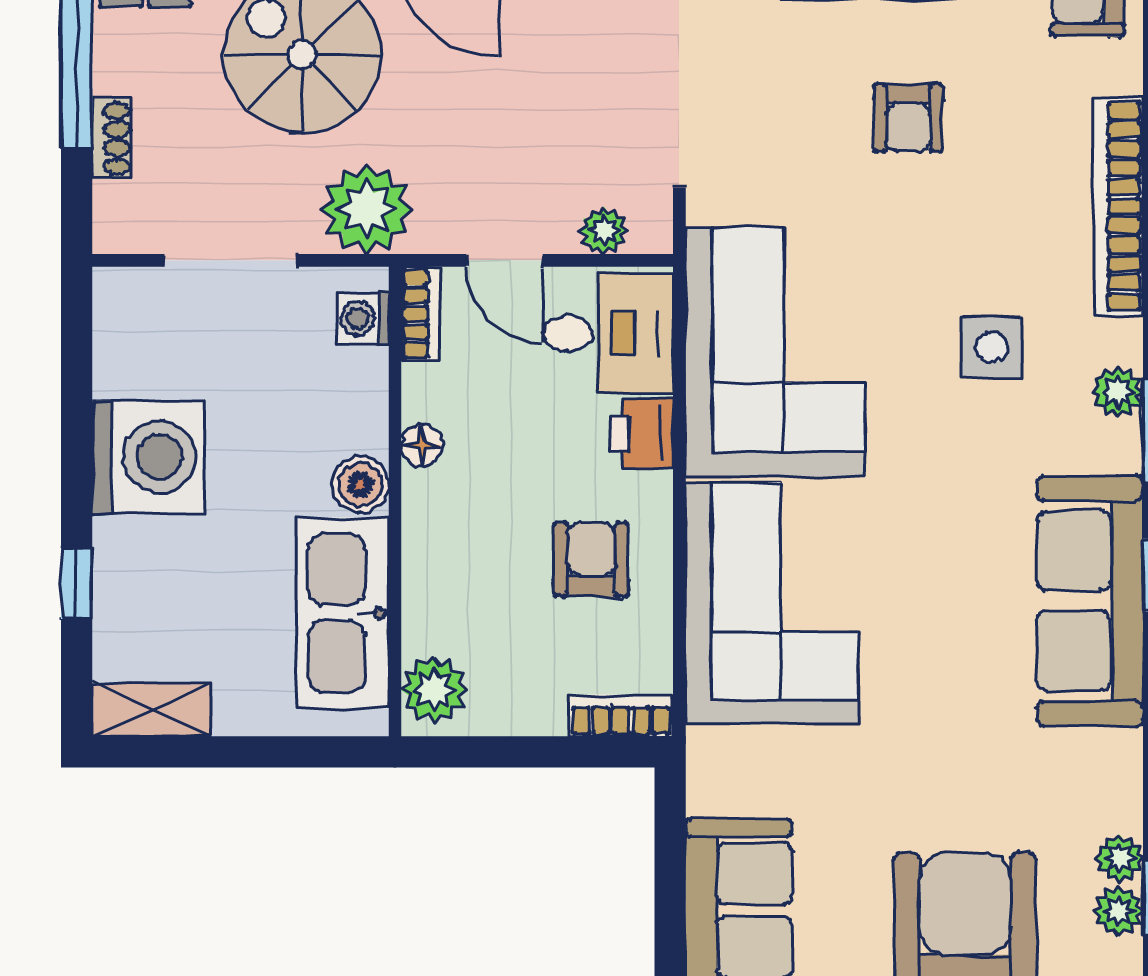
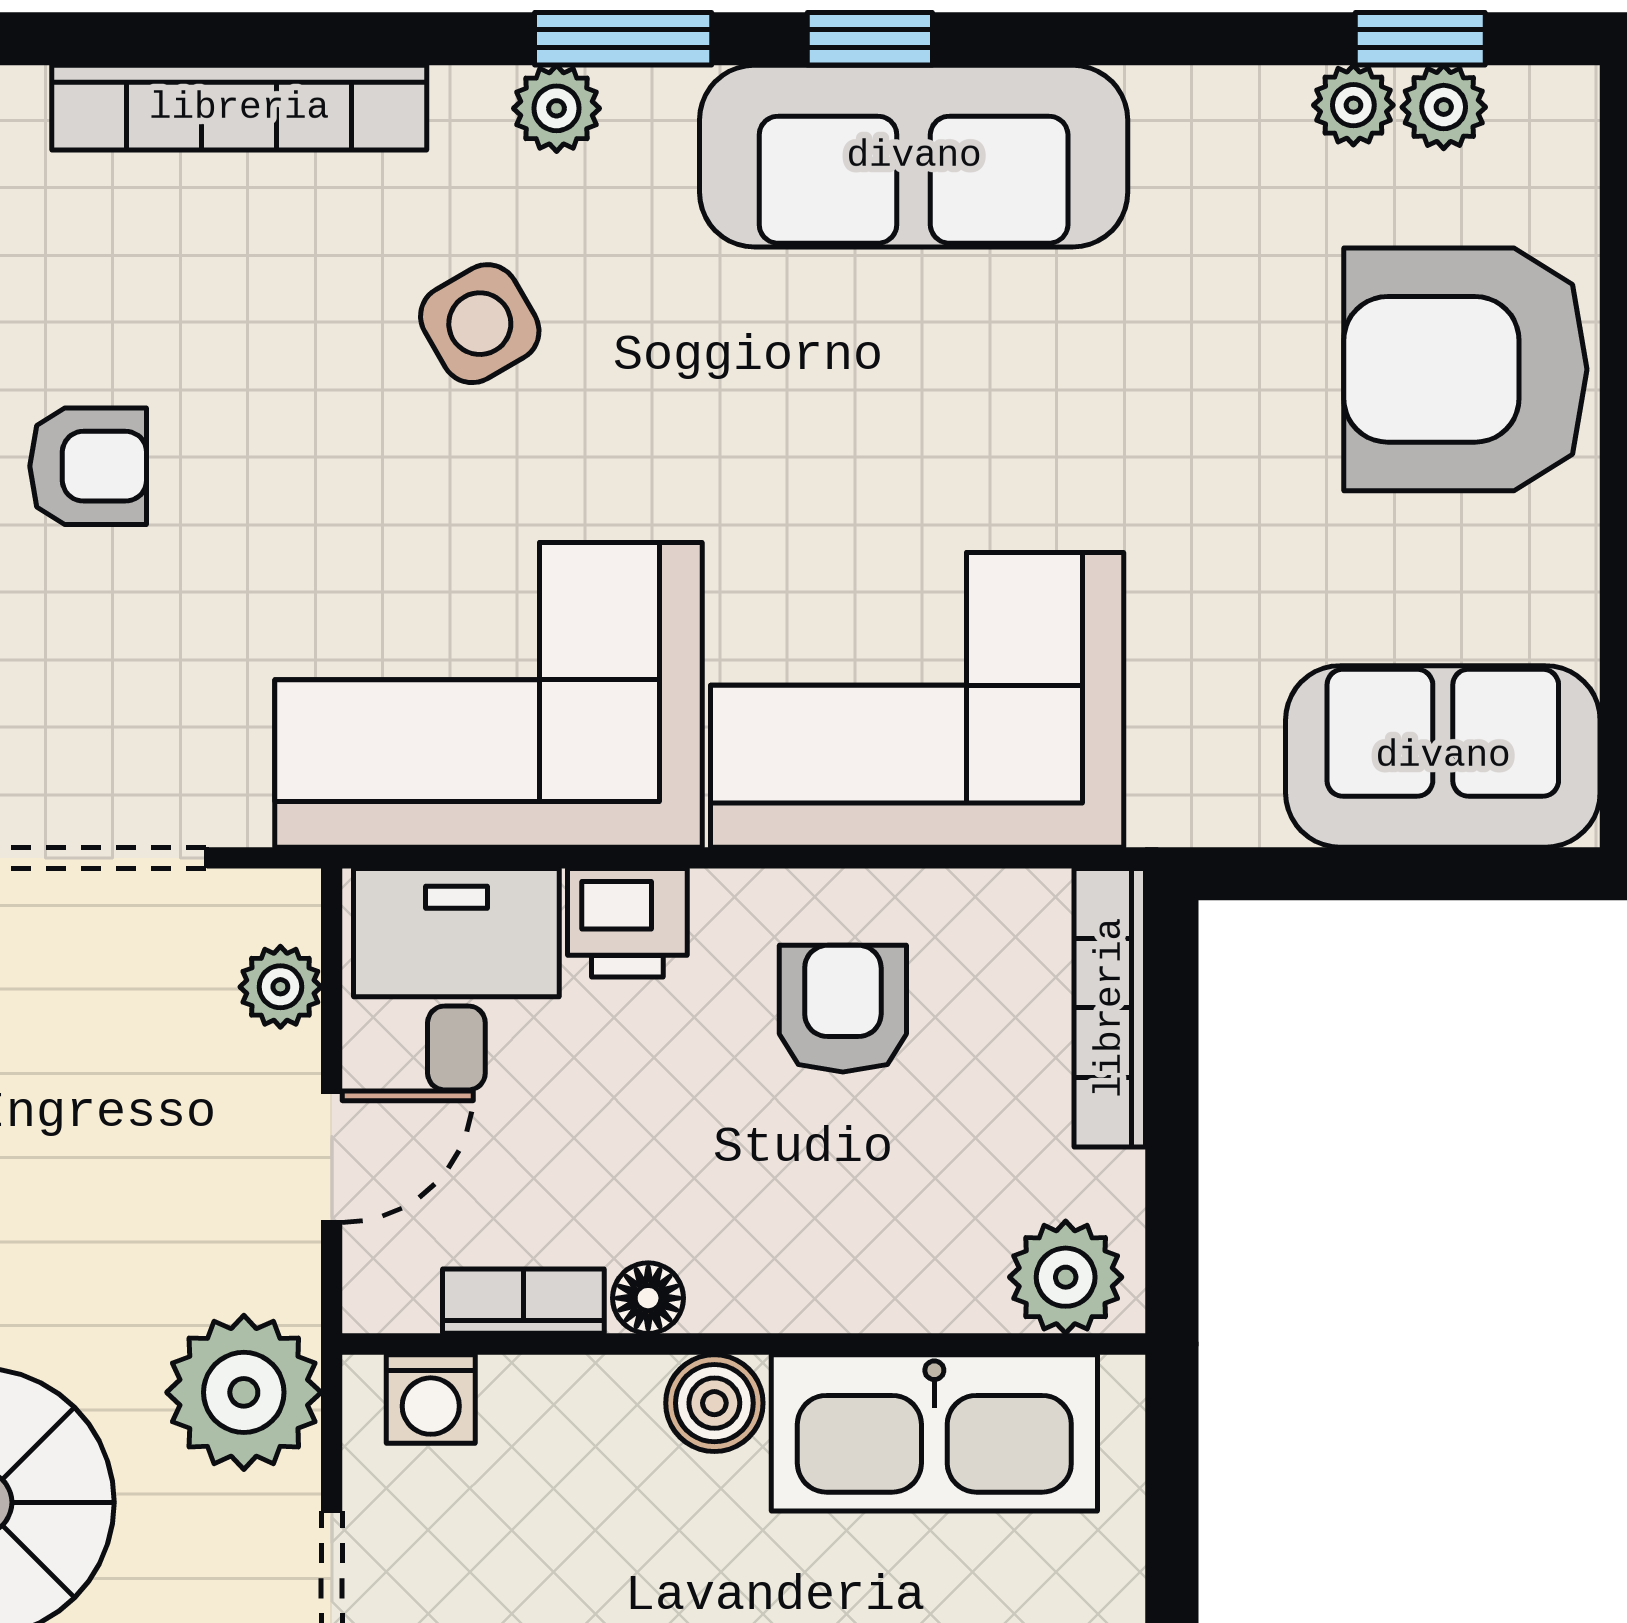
bookcase: (420, 314) -> (523, 1301), moved
side table: (992, 347) -> (480, 324), turned -30
armchair: (591, 559) -> (843, 1009), turned 90
bookcase: (621, 716) -> (1110, 1008), width x1.56

